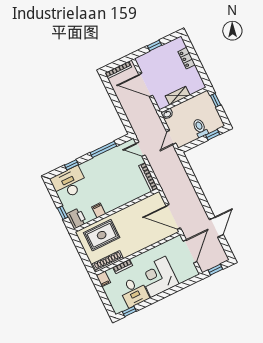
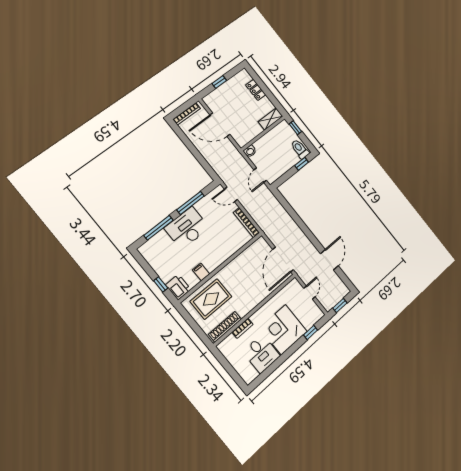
shelving: (178, 96) -> (271, 119), moved
toilet: (200, 128) -> (300, 149), moved
window: (71, 165) -> (159, 228), width x2.17
desk: (69, 183) -> (187, 228), moved
door: (173, 217) -> (283, 260), hinge flipped
door: (190, 251) -> (309, 293), width x0.53
filing cabinet: (103, 279) -> (224, 348), removed
window: (129, 311) -> (311, 332), moved

